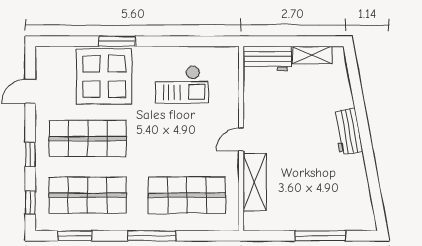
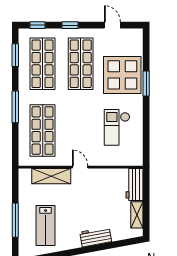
workbench: (348, 132) -> (96, 237), moved
lab bench: (328, 191) -> (46, 225), added

